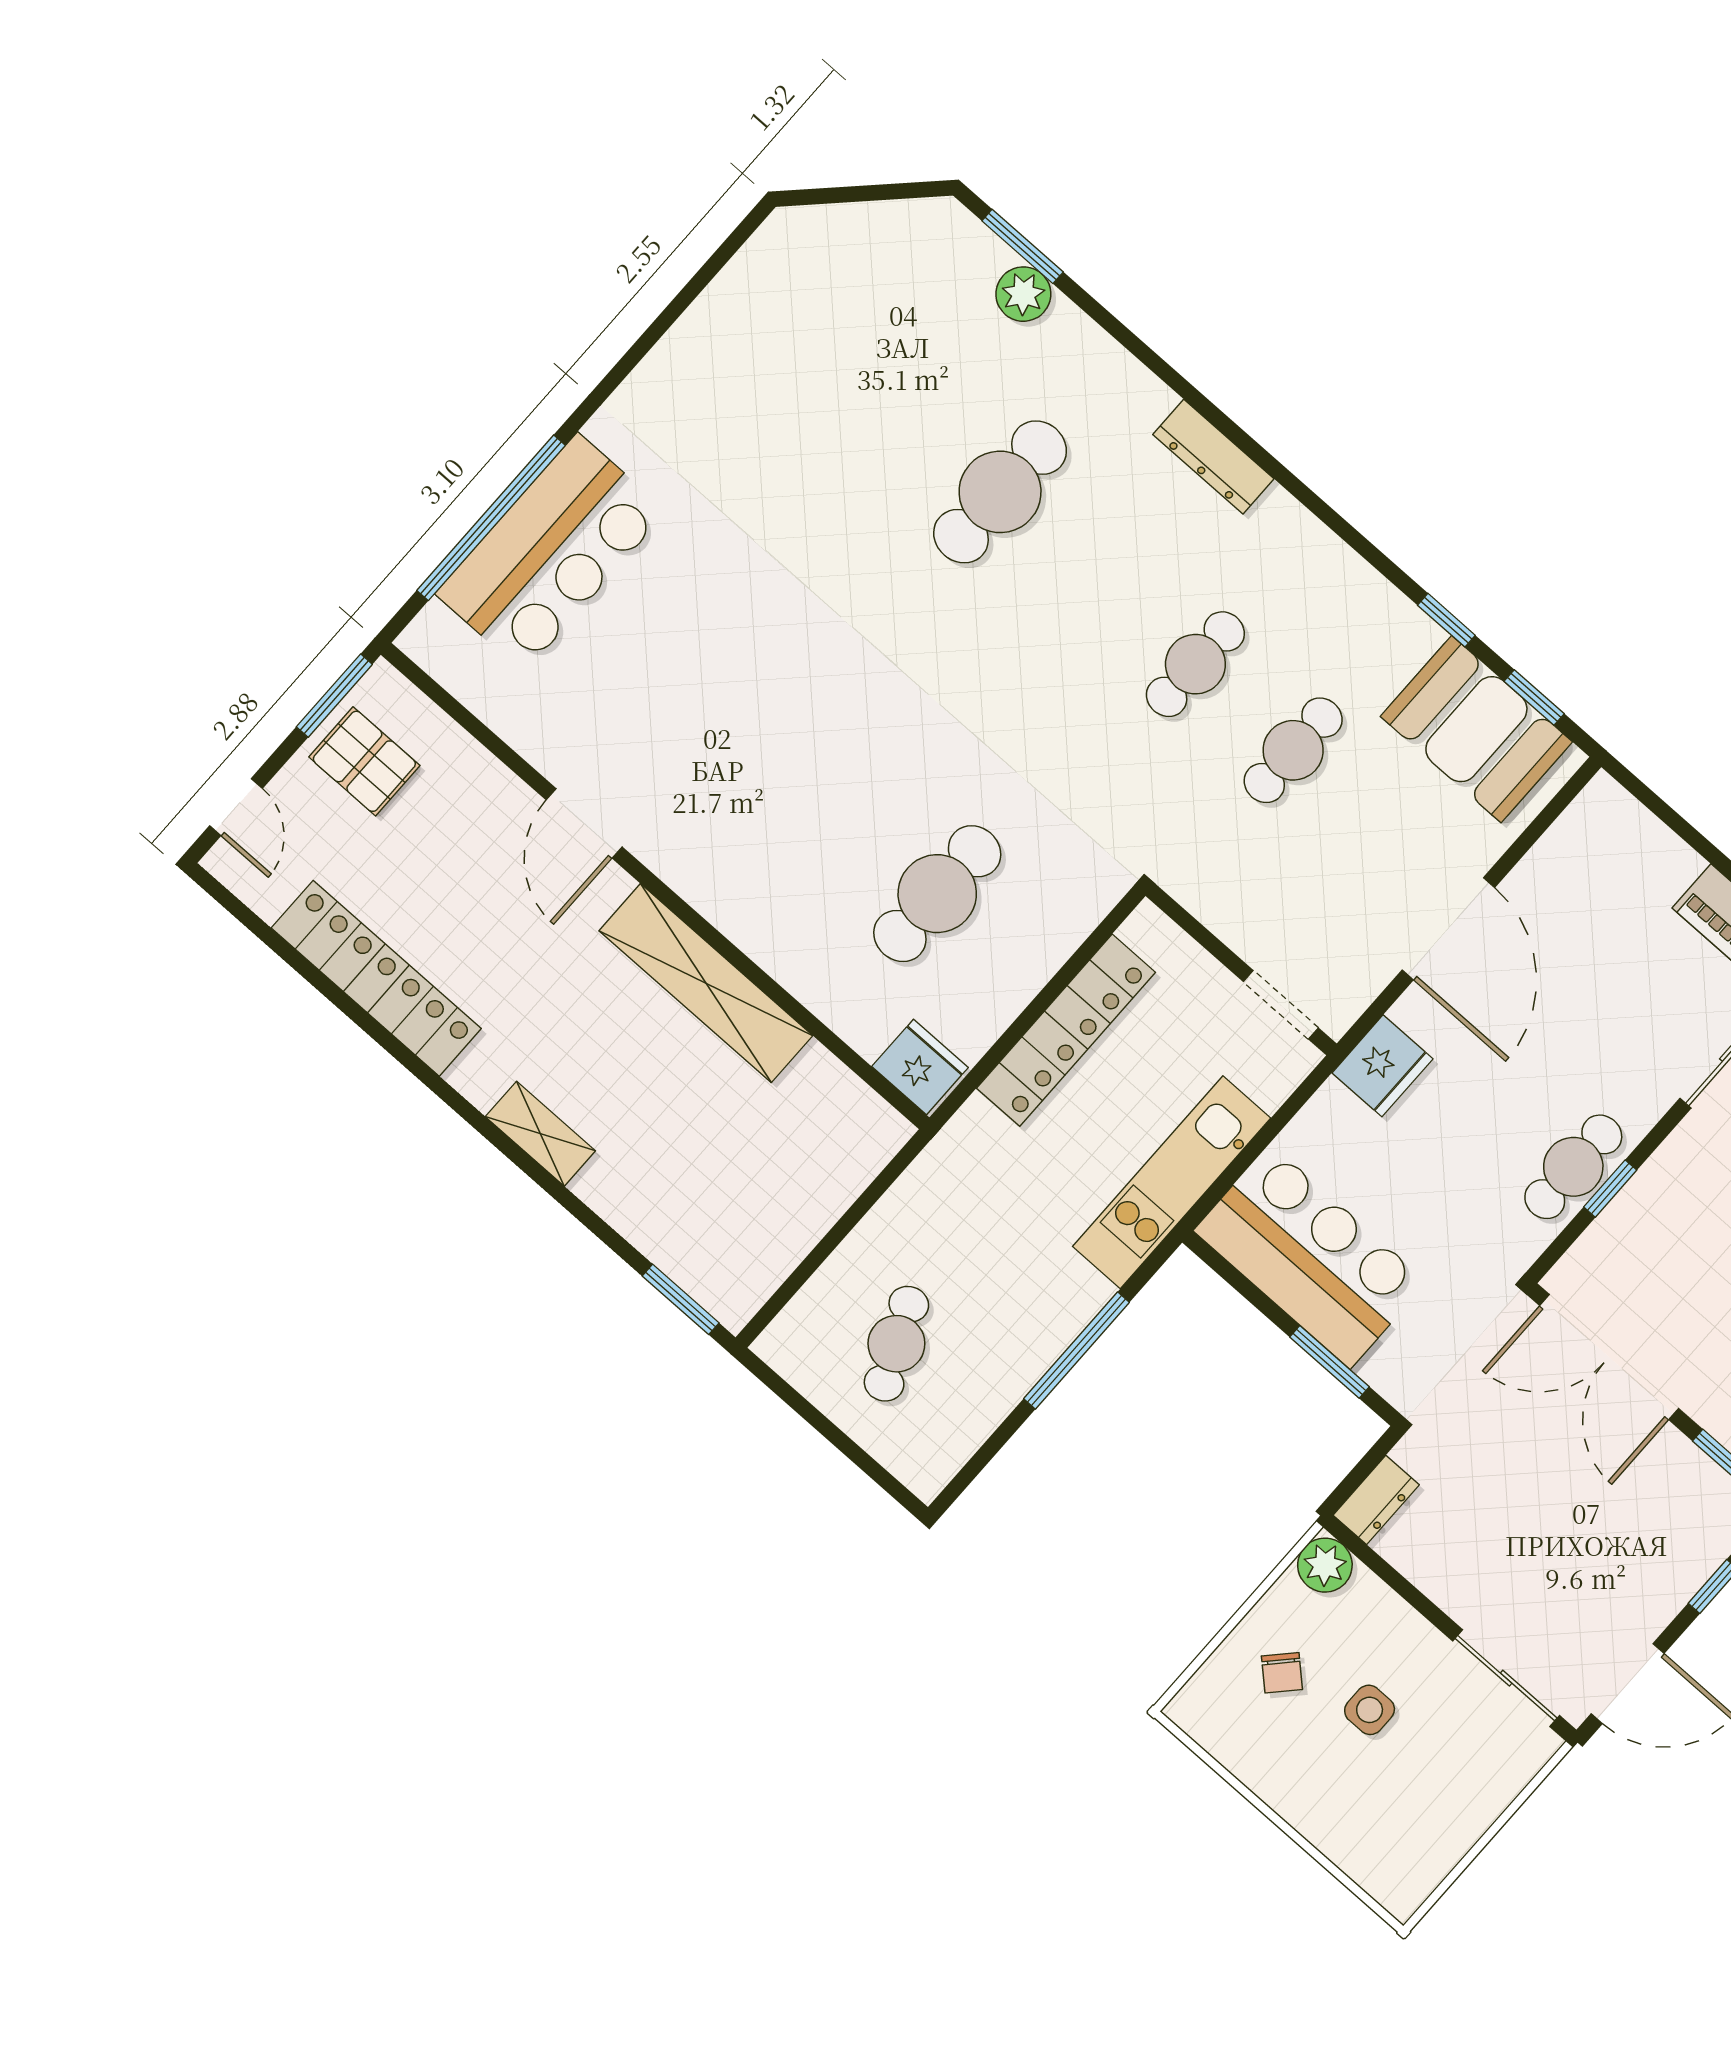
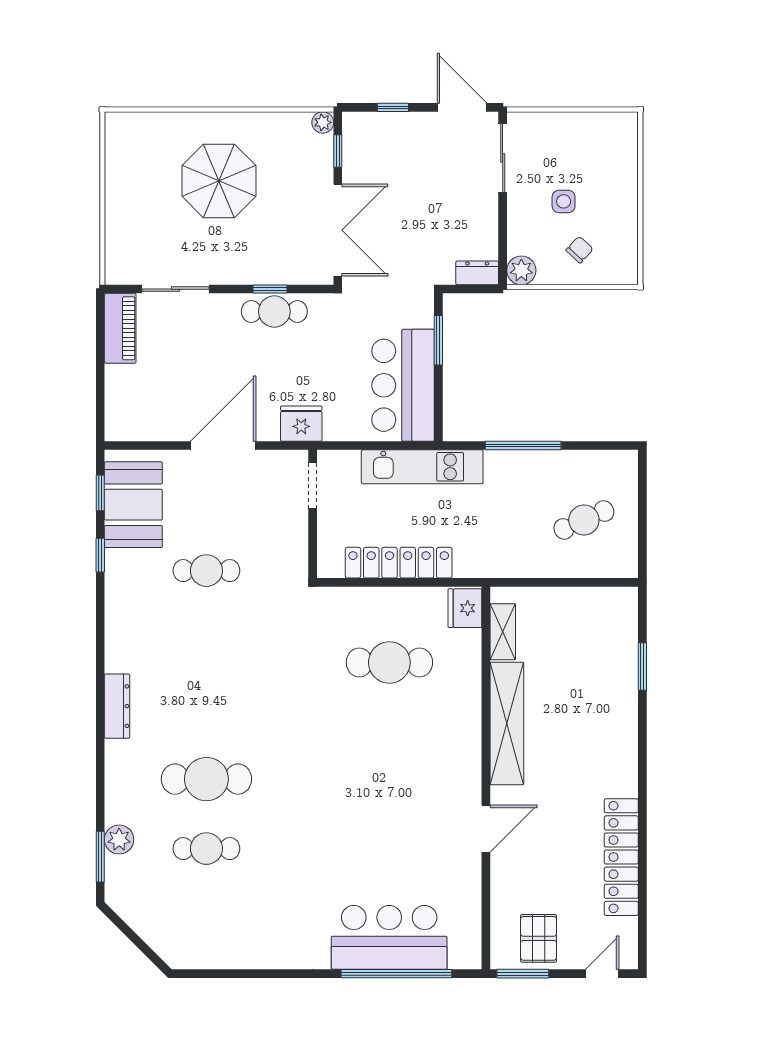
cafe table: (1195, 664) -> (206, 849), moved
shelving: (540, 1134) -> (503, 632), moved
window: (681, 1299) -> (642, 666), moved

